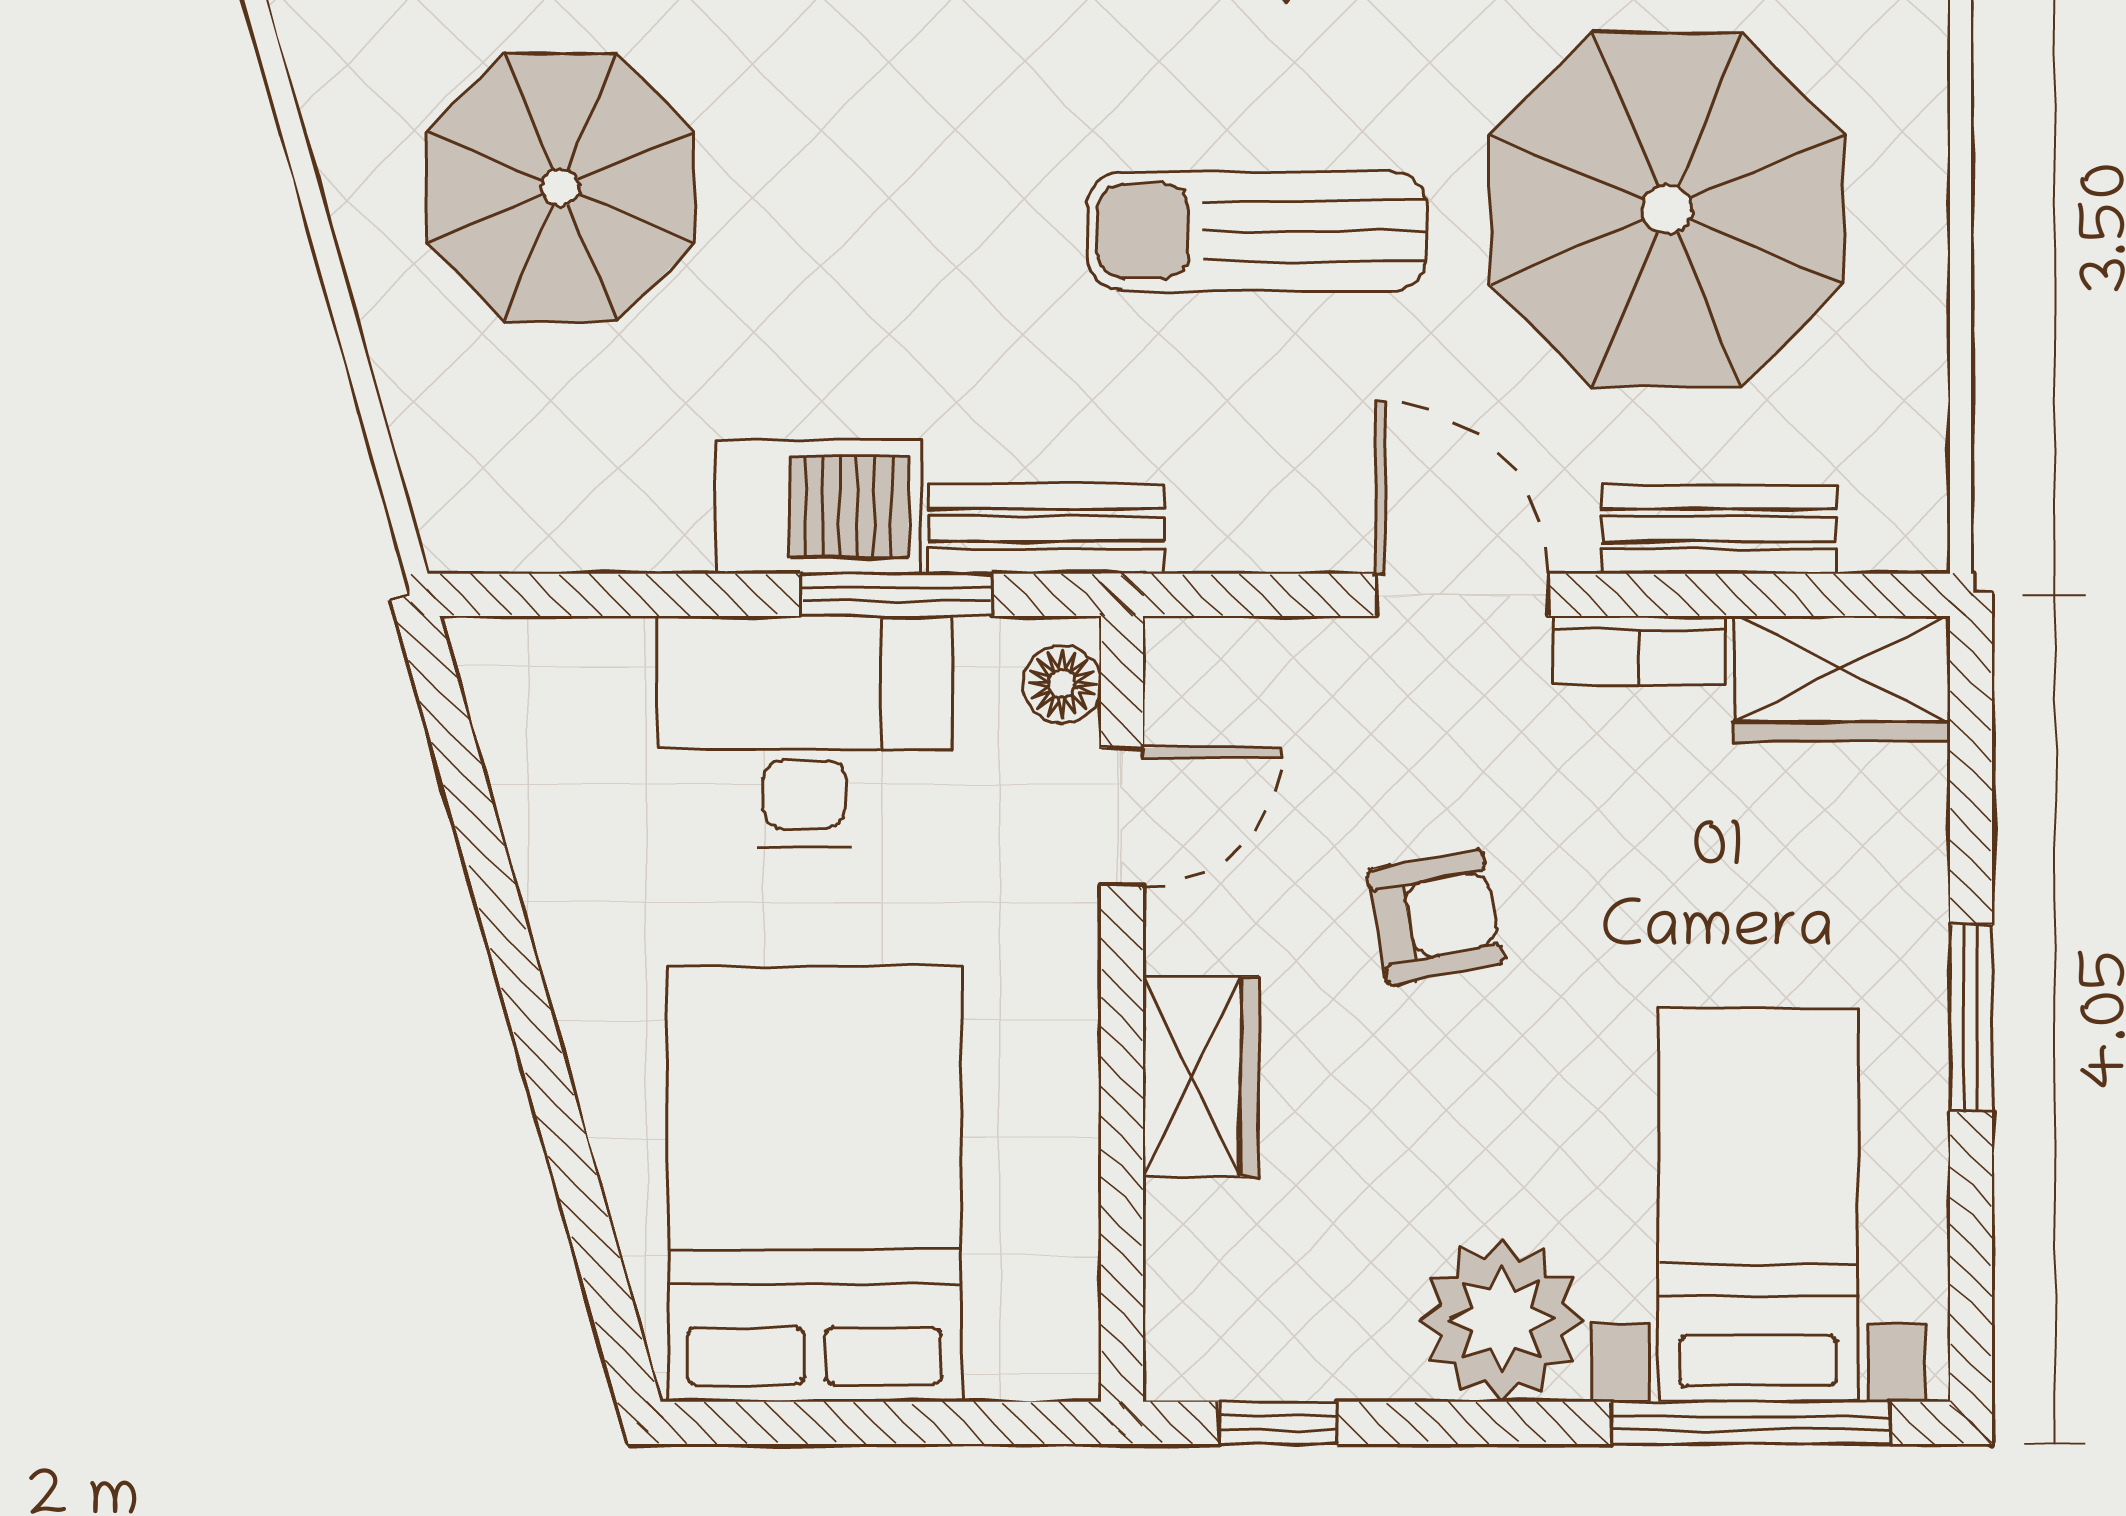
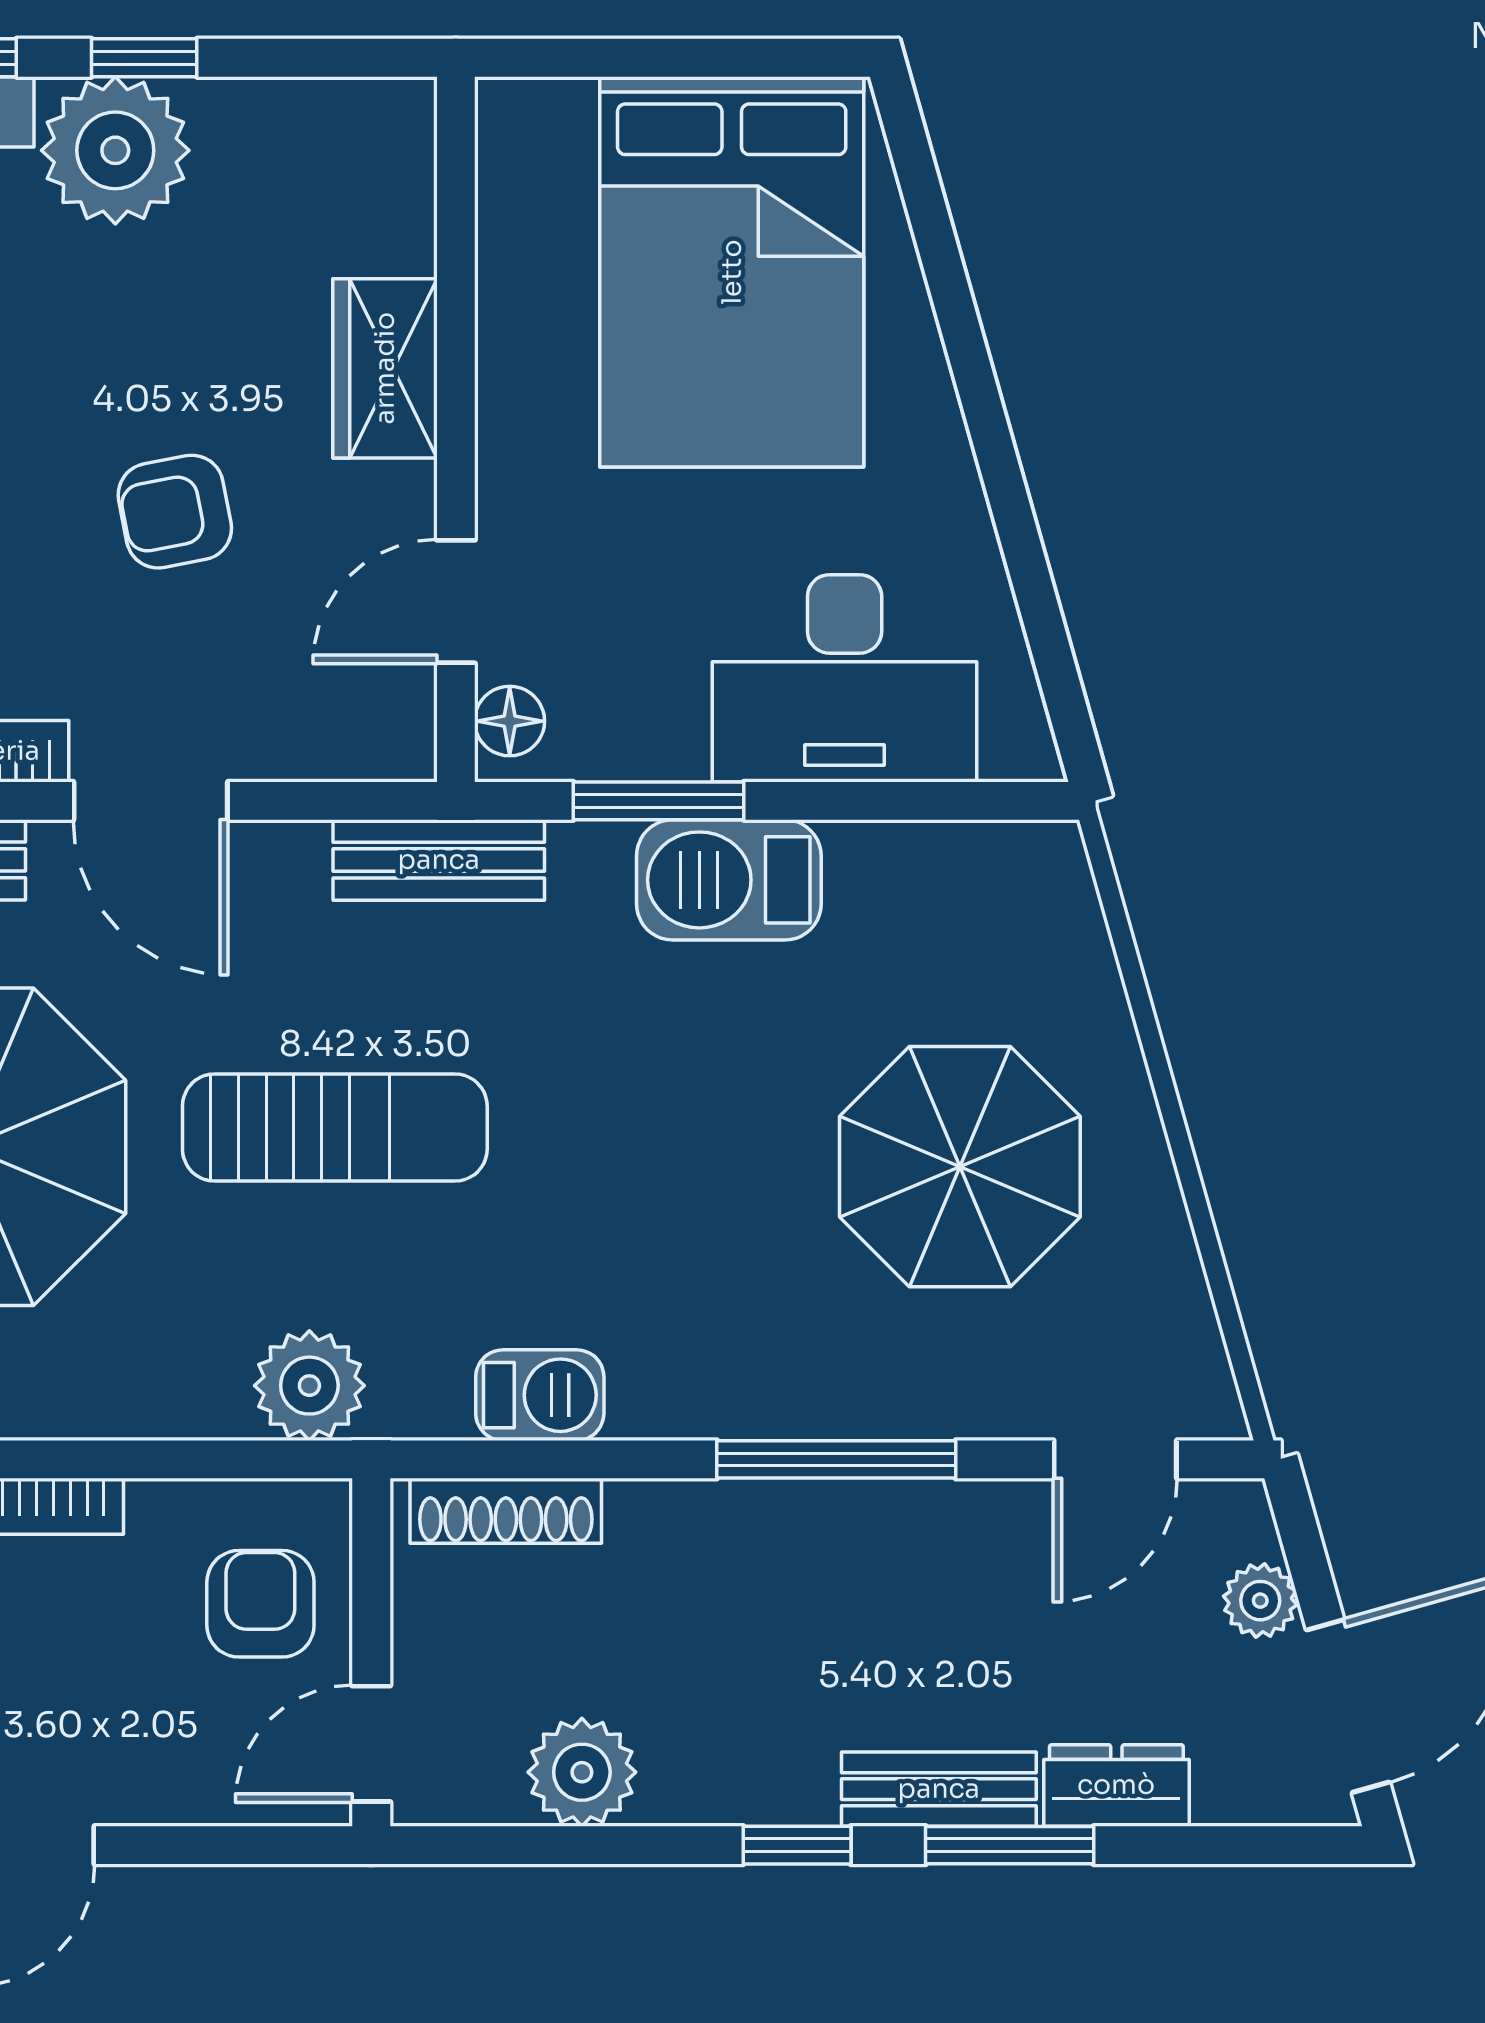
bench: (1047, 529) -> (439, 860), moved
desk: (804, 732) -> (845, 678), moved
window: (1278, 1423) -> (144, 58), moved

